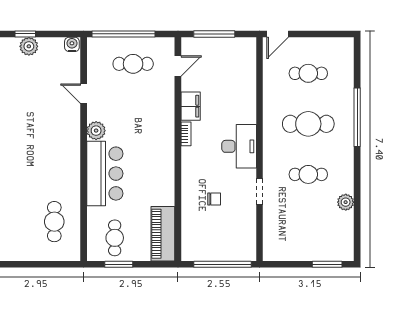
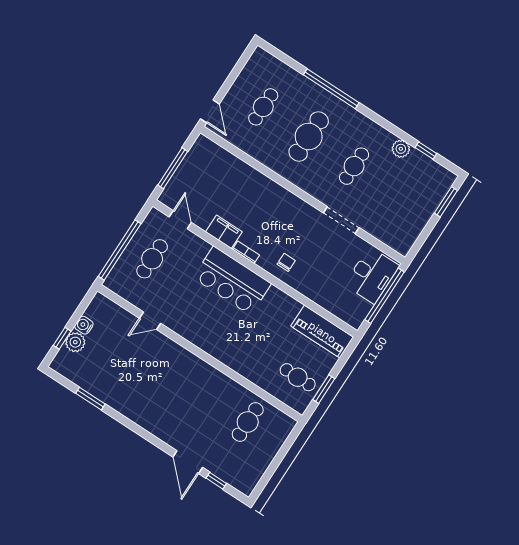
water cooler: (72, 44) -> (84, 325), moved
plant: (96, 131) -> (190, 331), removed
desk: (239, 146) -> (372, 275), moved, turned 90
bar counter: (105, 174) -> (232, 281), moved, turned 180
doorway: (260, 192) -> (341, 220), width x1.38
chair: (214, 199) -> (286, 262), moved
cafe table: (54, 222) -> (248, 422), turned 90
window: (357, 223) -> (426, 150), added

